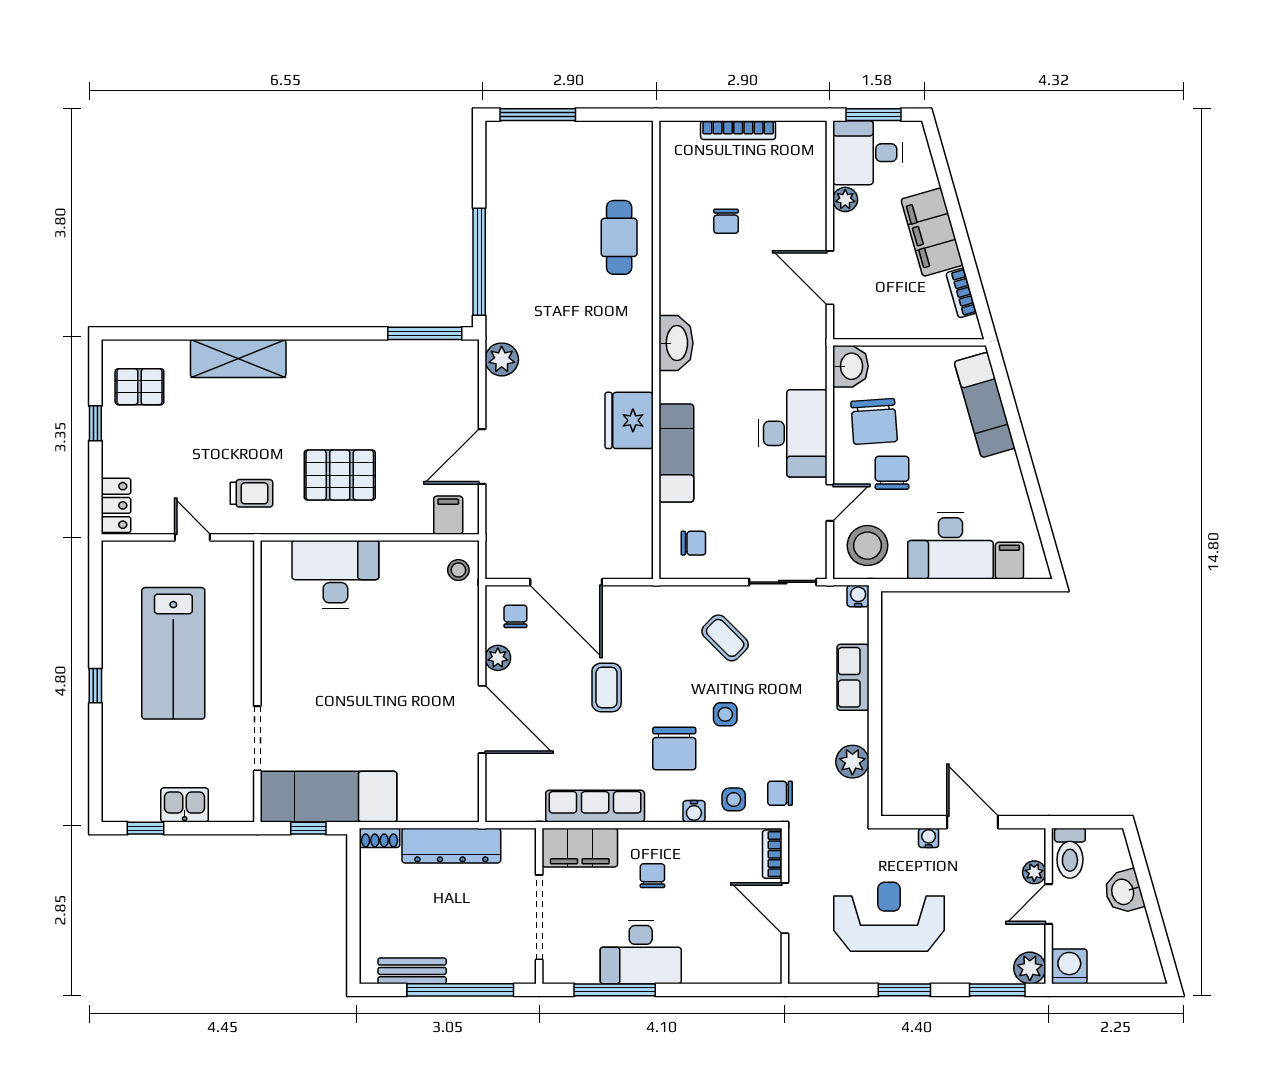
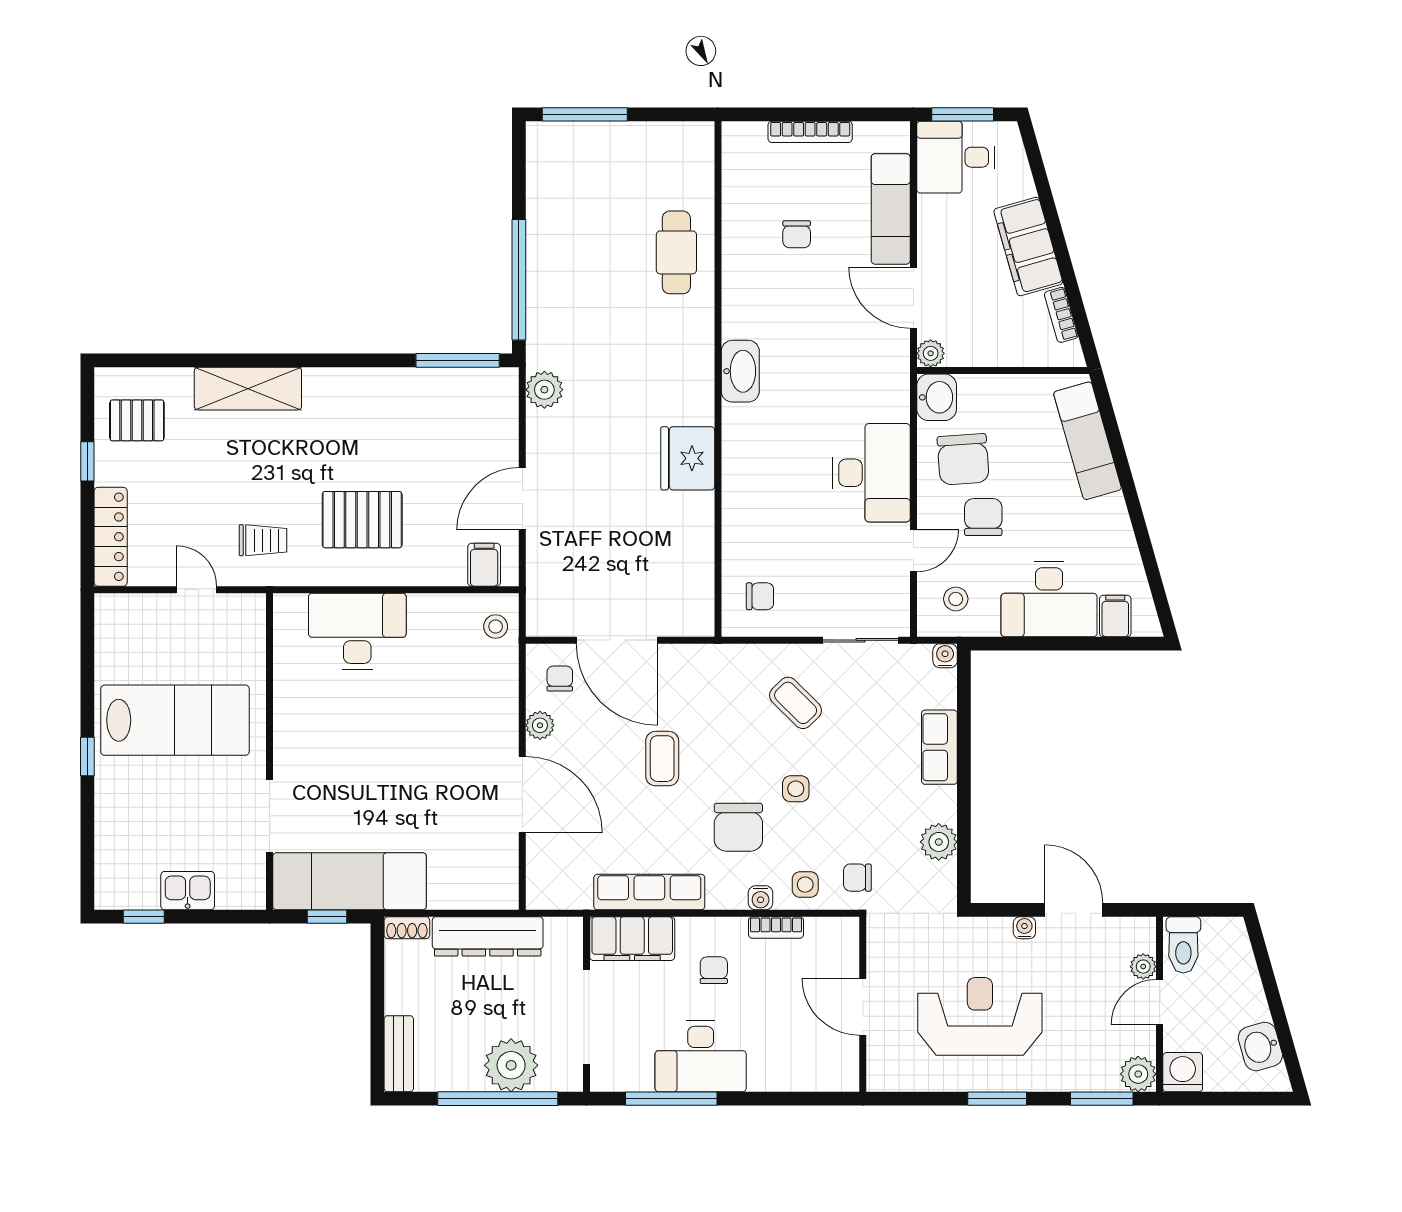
plant: (845, 199) -> (931, 353), moved
exam couch: (676, 453) -> (891, 209), moved, turned 180
locker: (116, 505) -> (111, 537), width x1.53
stool: (868, 546) -> (956, 599), width x0.53, depth x0.53
lab bench: (173, 653) -> (175, 720), turned -90
bookcase: (772, 854) -> (776, 928), moved, turned -90
washbasin: (1124, 892) -> (1260, 1047), moved
plant: (472, 960) -> (511, 1065), added
bench: (412, 971) -> (399, 1054), moved, turned 90

